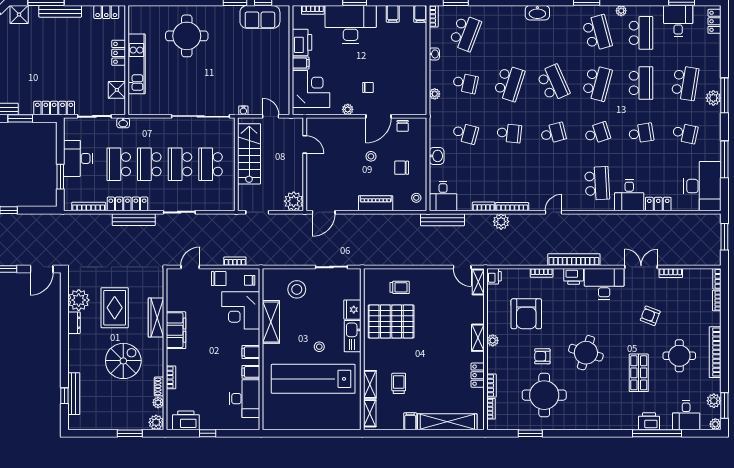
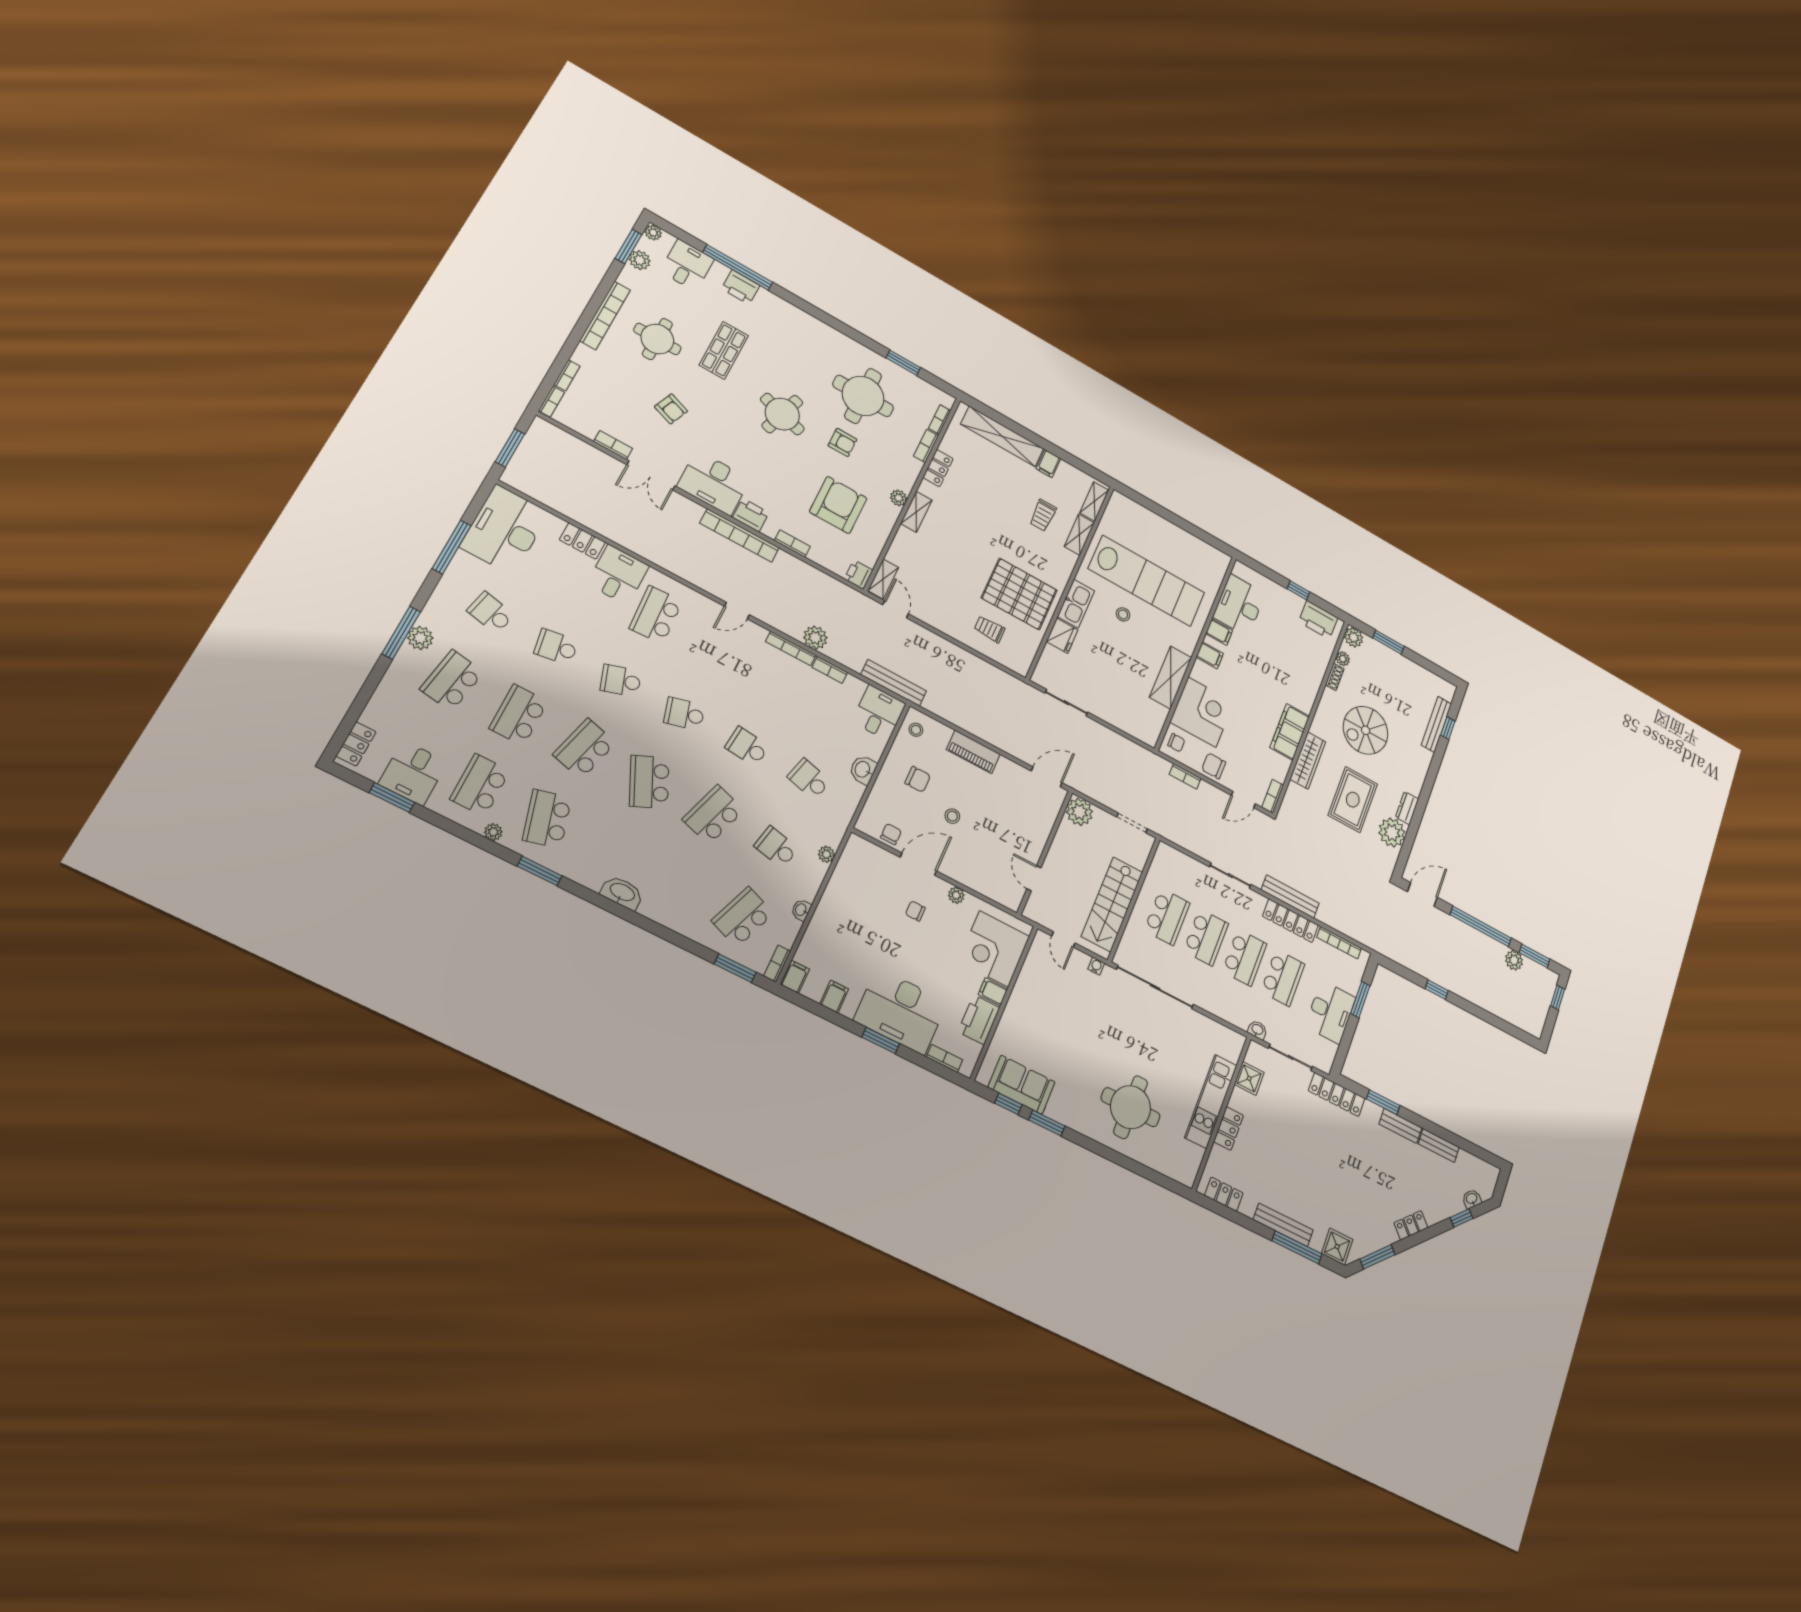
stool: (297, 289) -> (1122, 699), removed
bookcase: (171, 377) -> (1273, 796), moved

